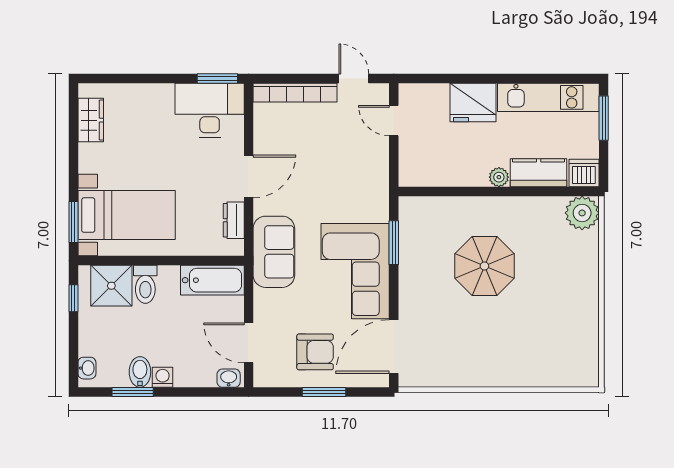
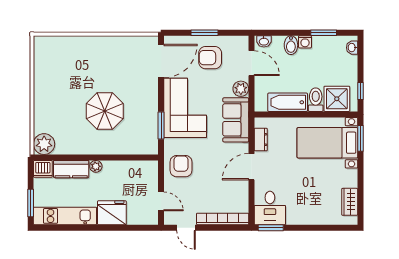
desk: (210, 110) -> (270, 208), width x0.73
armchair: (362, 177) -> (181, 166), added
bathtub: (212, 280) -> (288, 102), moved
plant: (266, 302) -> (241, 89), added
bidet: (140, 372) -> (291, 45), moved

